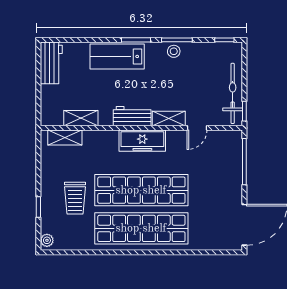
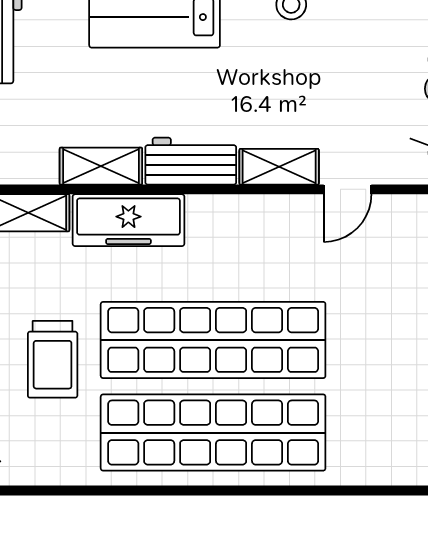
shelving: (81, 118) -> (101, 166), moved
freezer: (142, 141) -> (128, 220), moved

